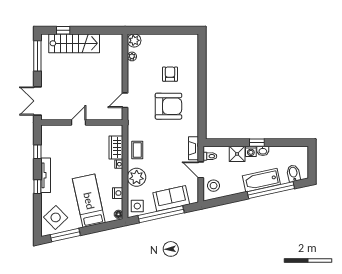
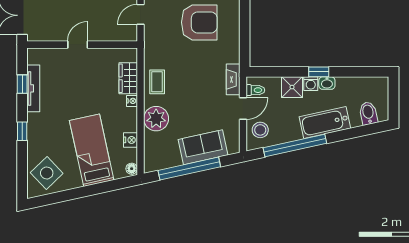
door: (201, 170) -> (243, 109), swing flipped
tv unit: (46, 175) -> (33, 88), moved
window: (271, 190) -> (295, 145), moved
side table: (137, 206) -> (157, 157), removed
window: (65, 235) -> (60, 197), removed

